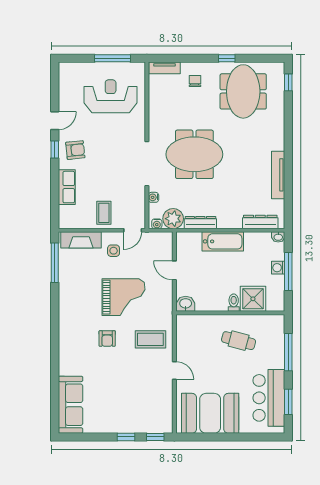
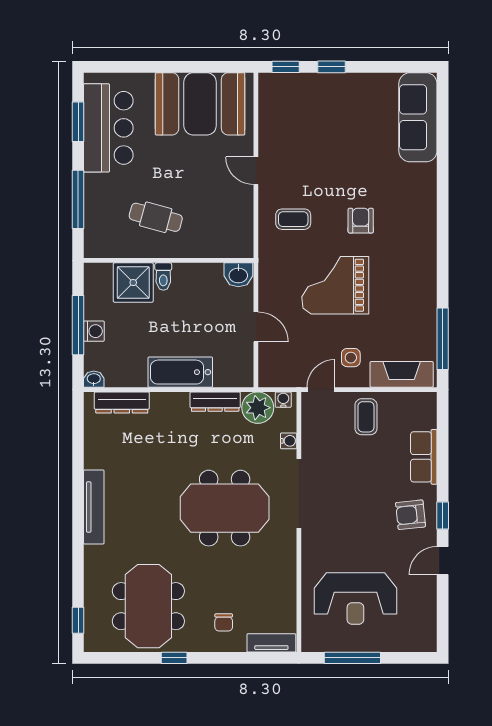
tv unit: (278, 175) -> (94, 507), moved
coffee table: (150, 339) -> (293, 219), width x0.73, depth x0.77

